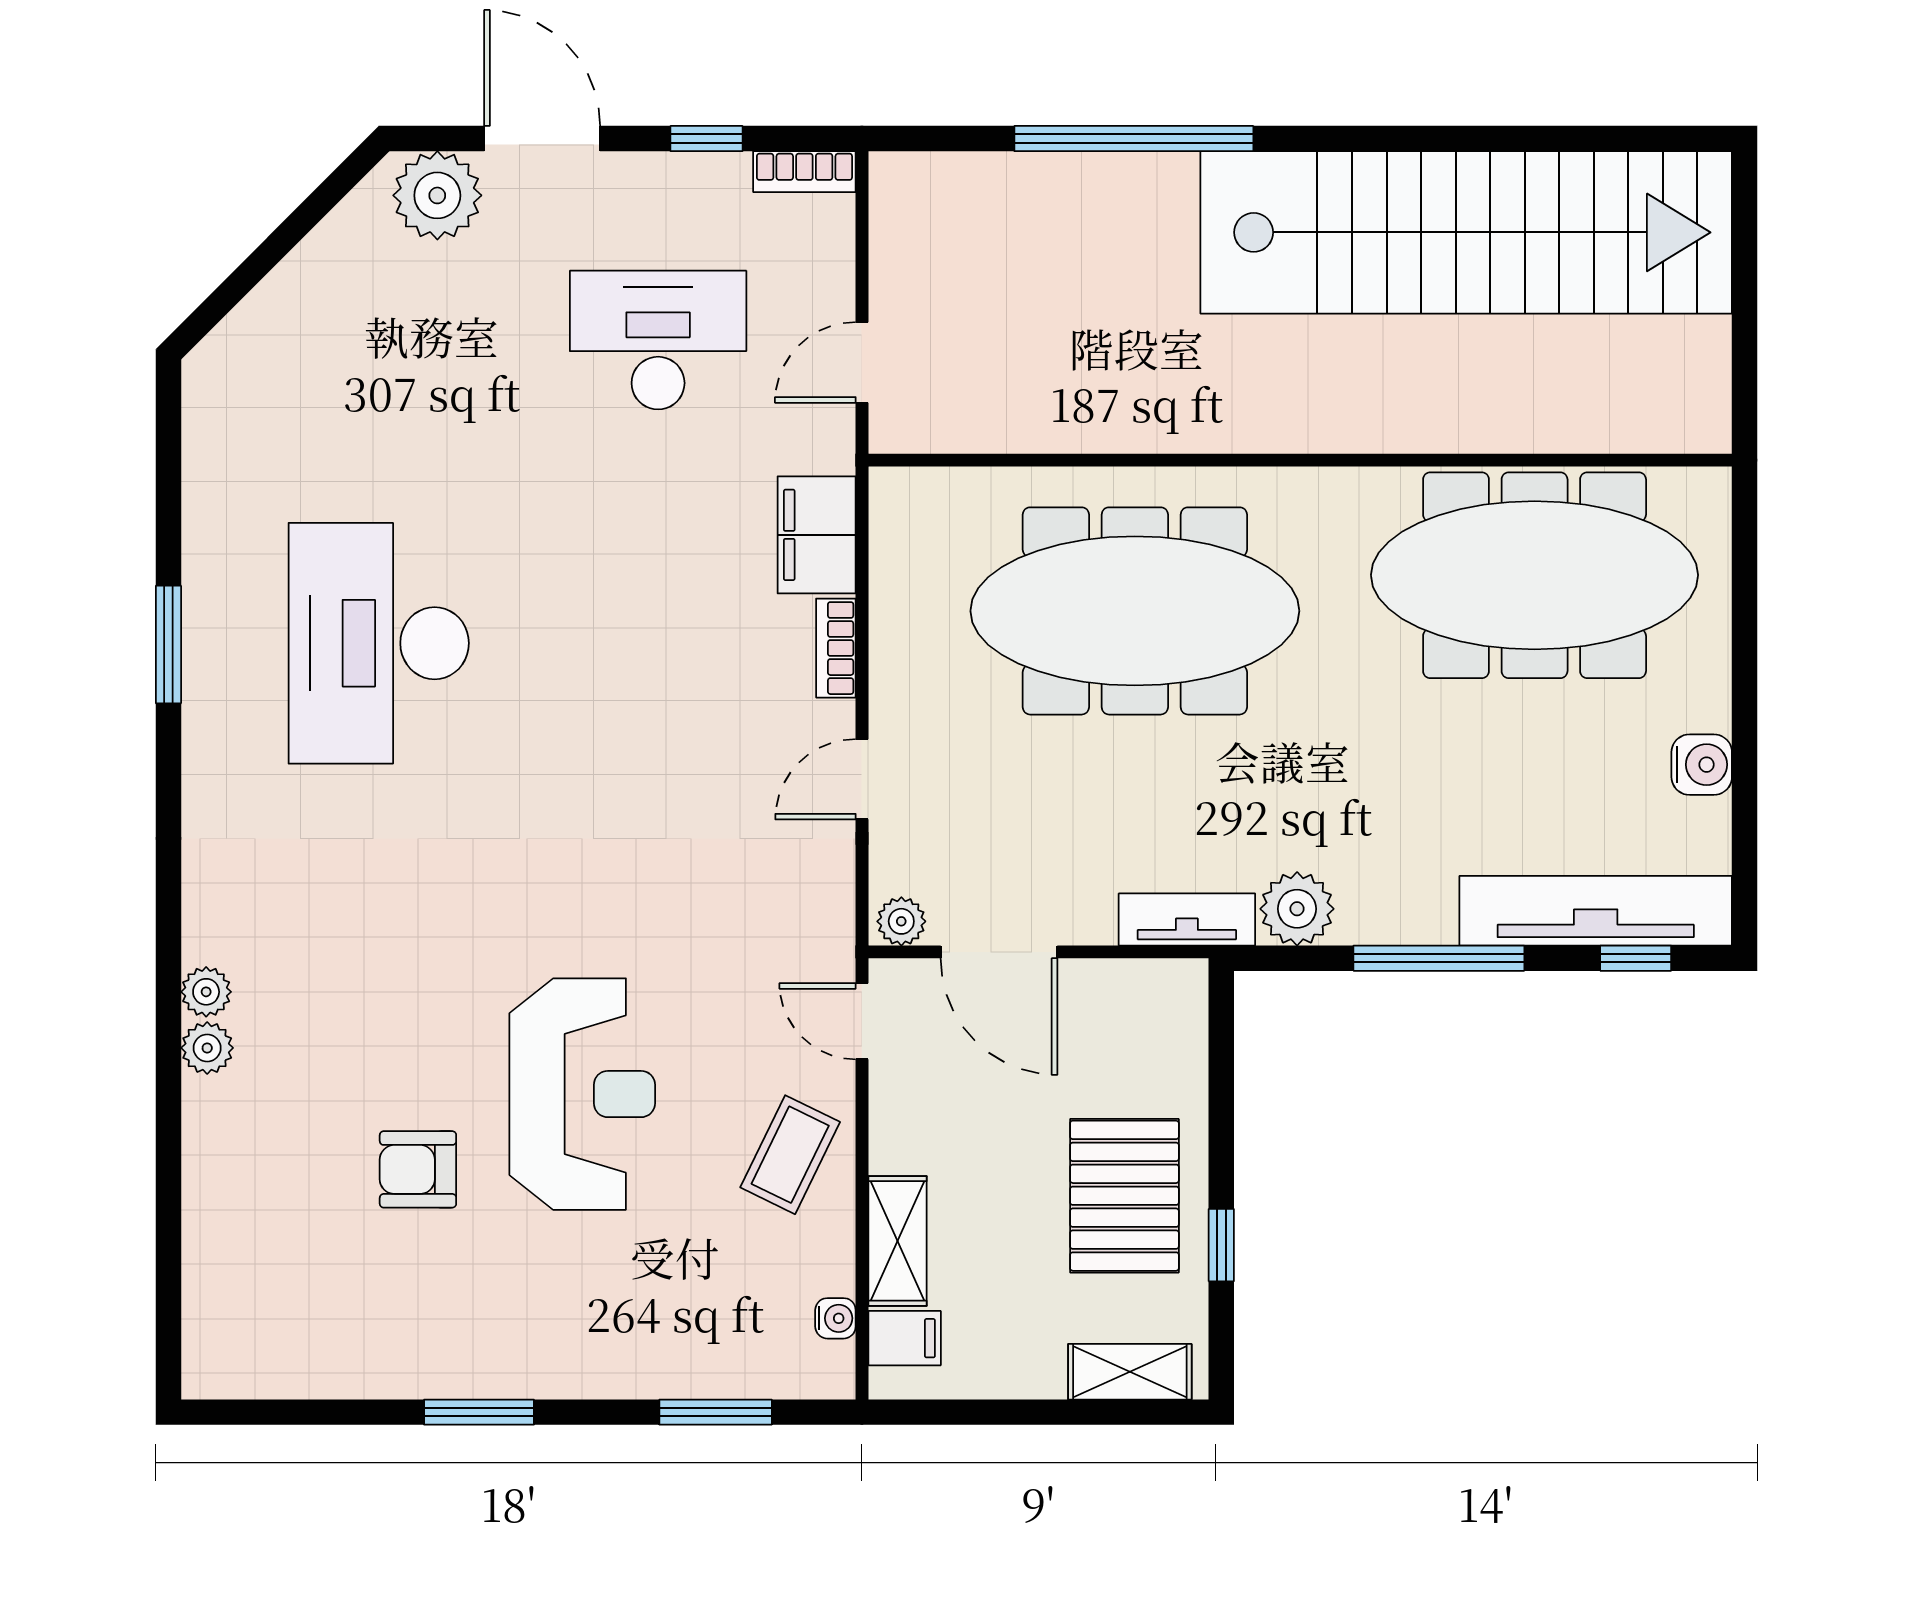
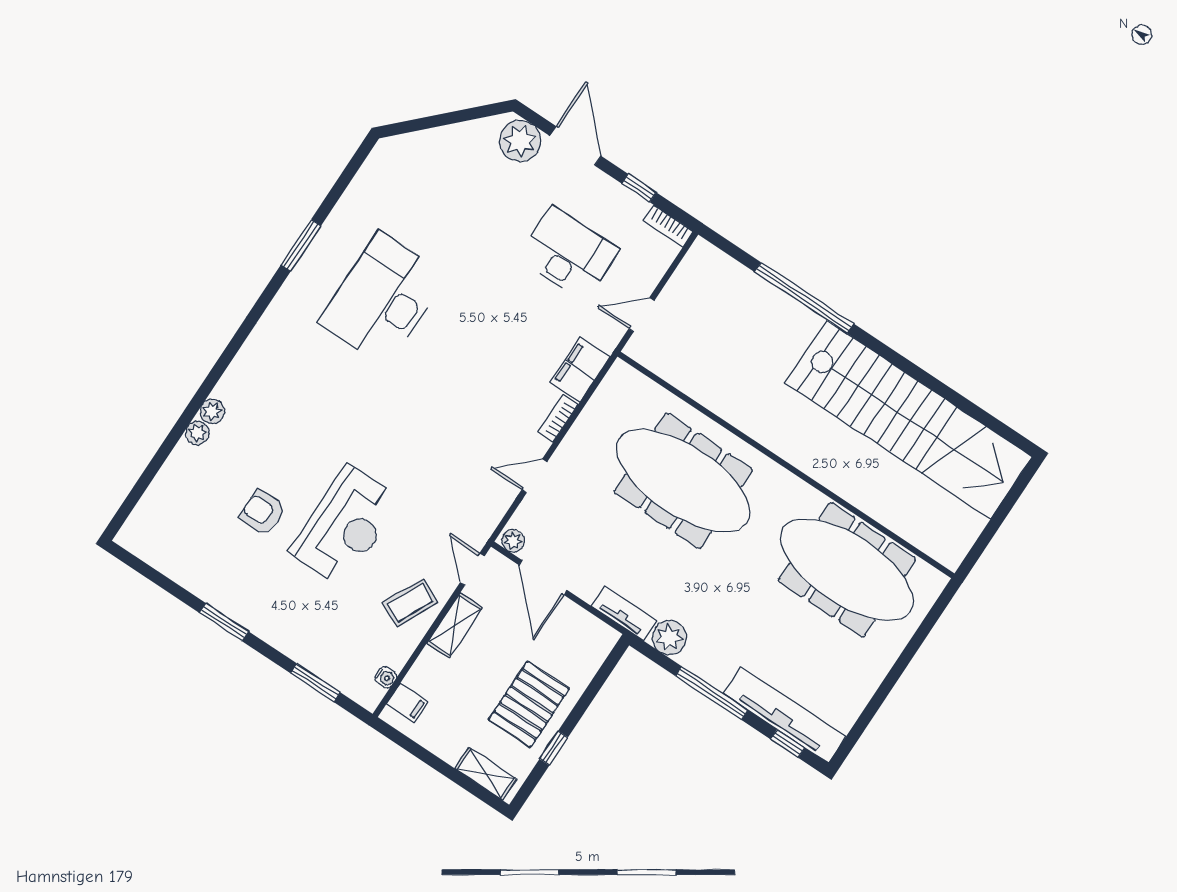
water cooler: (1702, 765) -> (863, 686), removed
plant: (206, 992) -> (197, 433), moved
shelving: (897, 1241) -> (455, 625), moved

